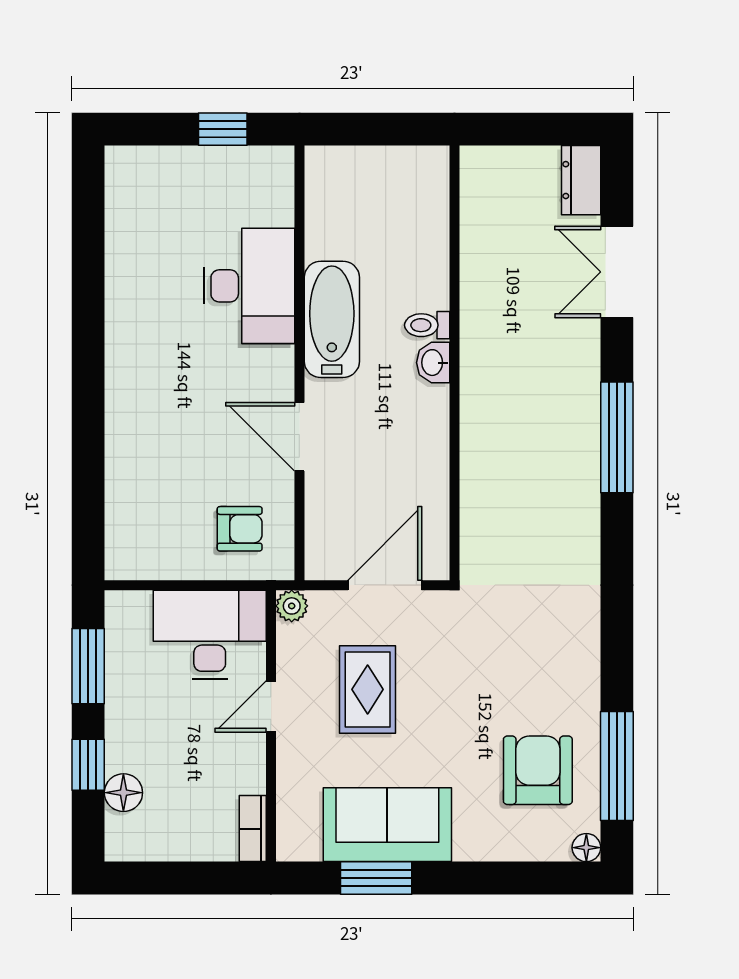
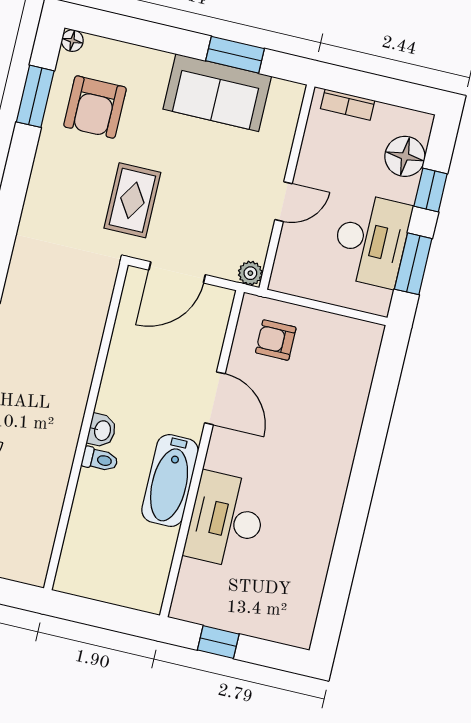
desk: (210, 634) -> (371, 240), moved, turned -90
rug: (368, 689) -> (132, 200), moved
window: (617, 766) -> (35, 96), width x0.69
floor lamp: (123, 793) -> (405, 156), width x1.38, depth x1.38
bookcase: (253, 829) -> (348, 105), moved, turned 90

